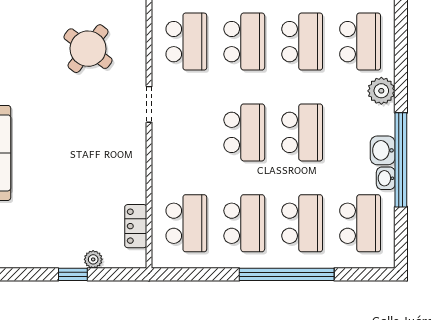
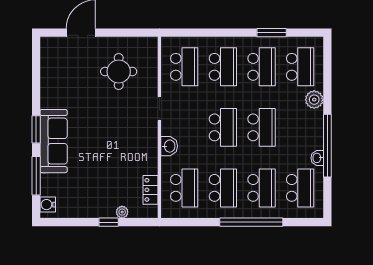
round table: (88, 49) -> (119, 72), turned -37
washbasin: (383, 150) -> (169, 146), moved, turned 180

